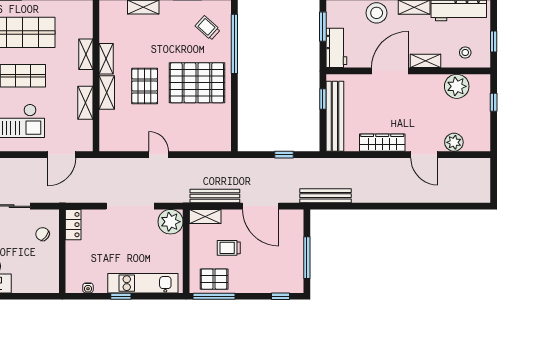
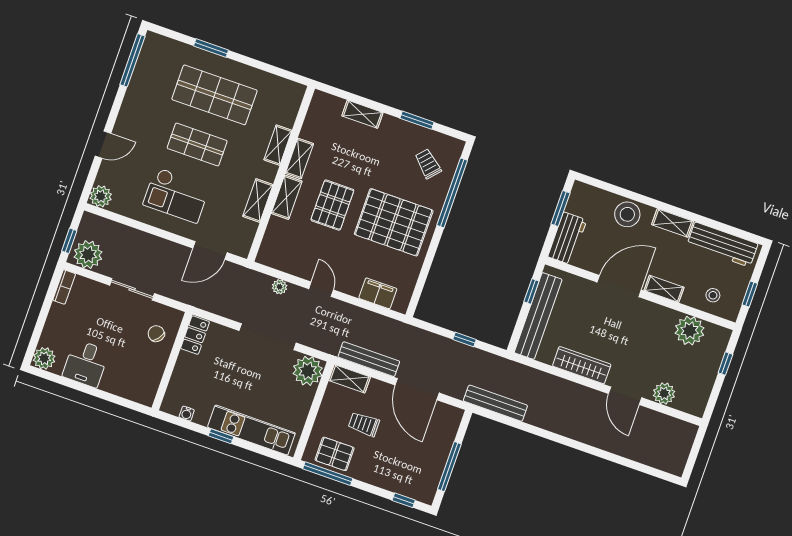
filing cabinet: (204, 142) -> (378, 293), added
plant: (126, 164) -> (280, 287), added

